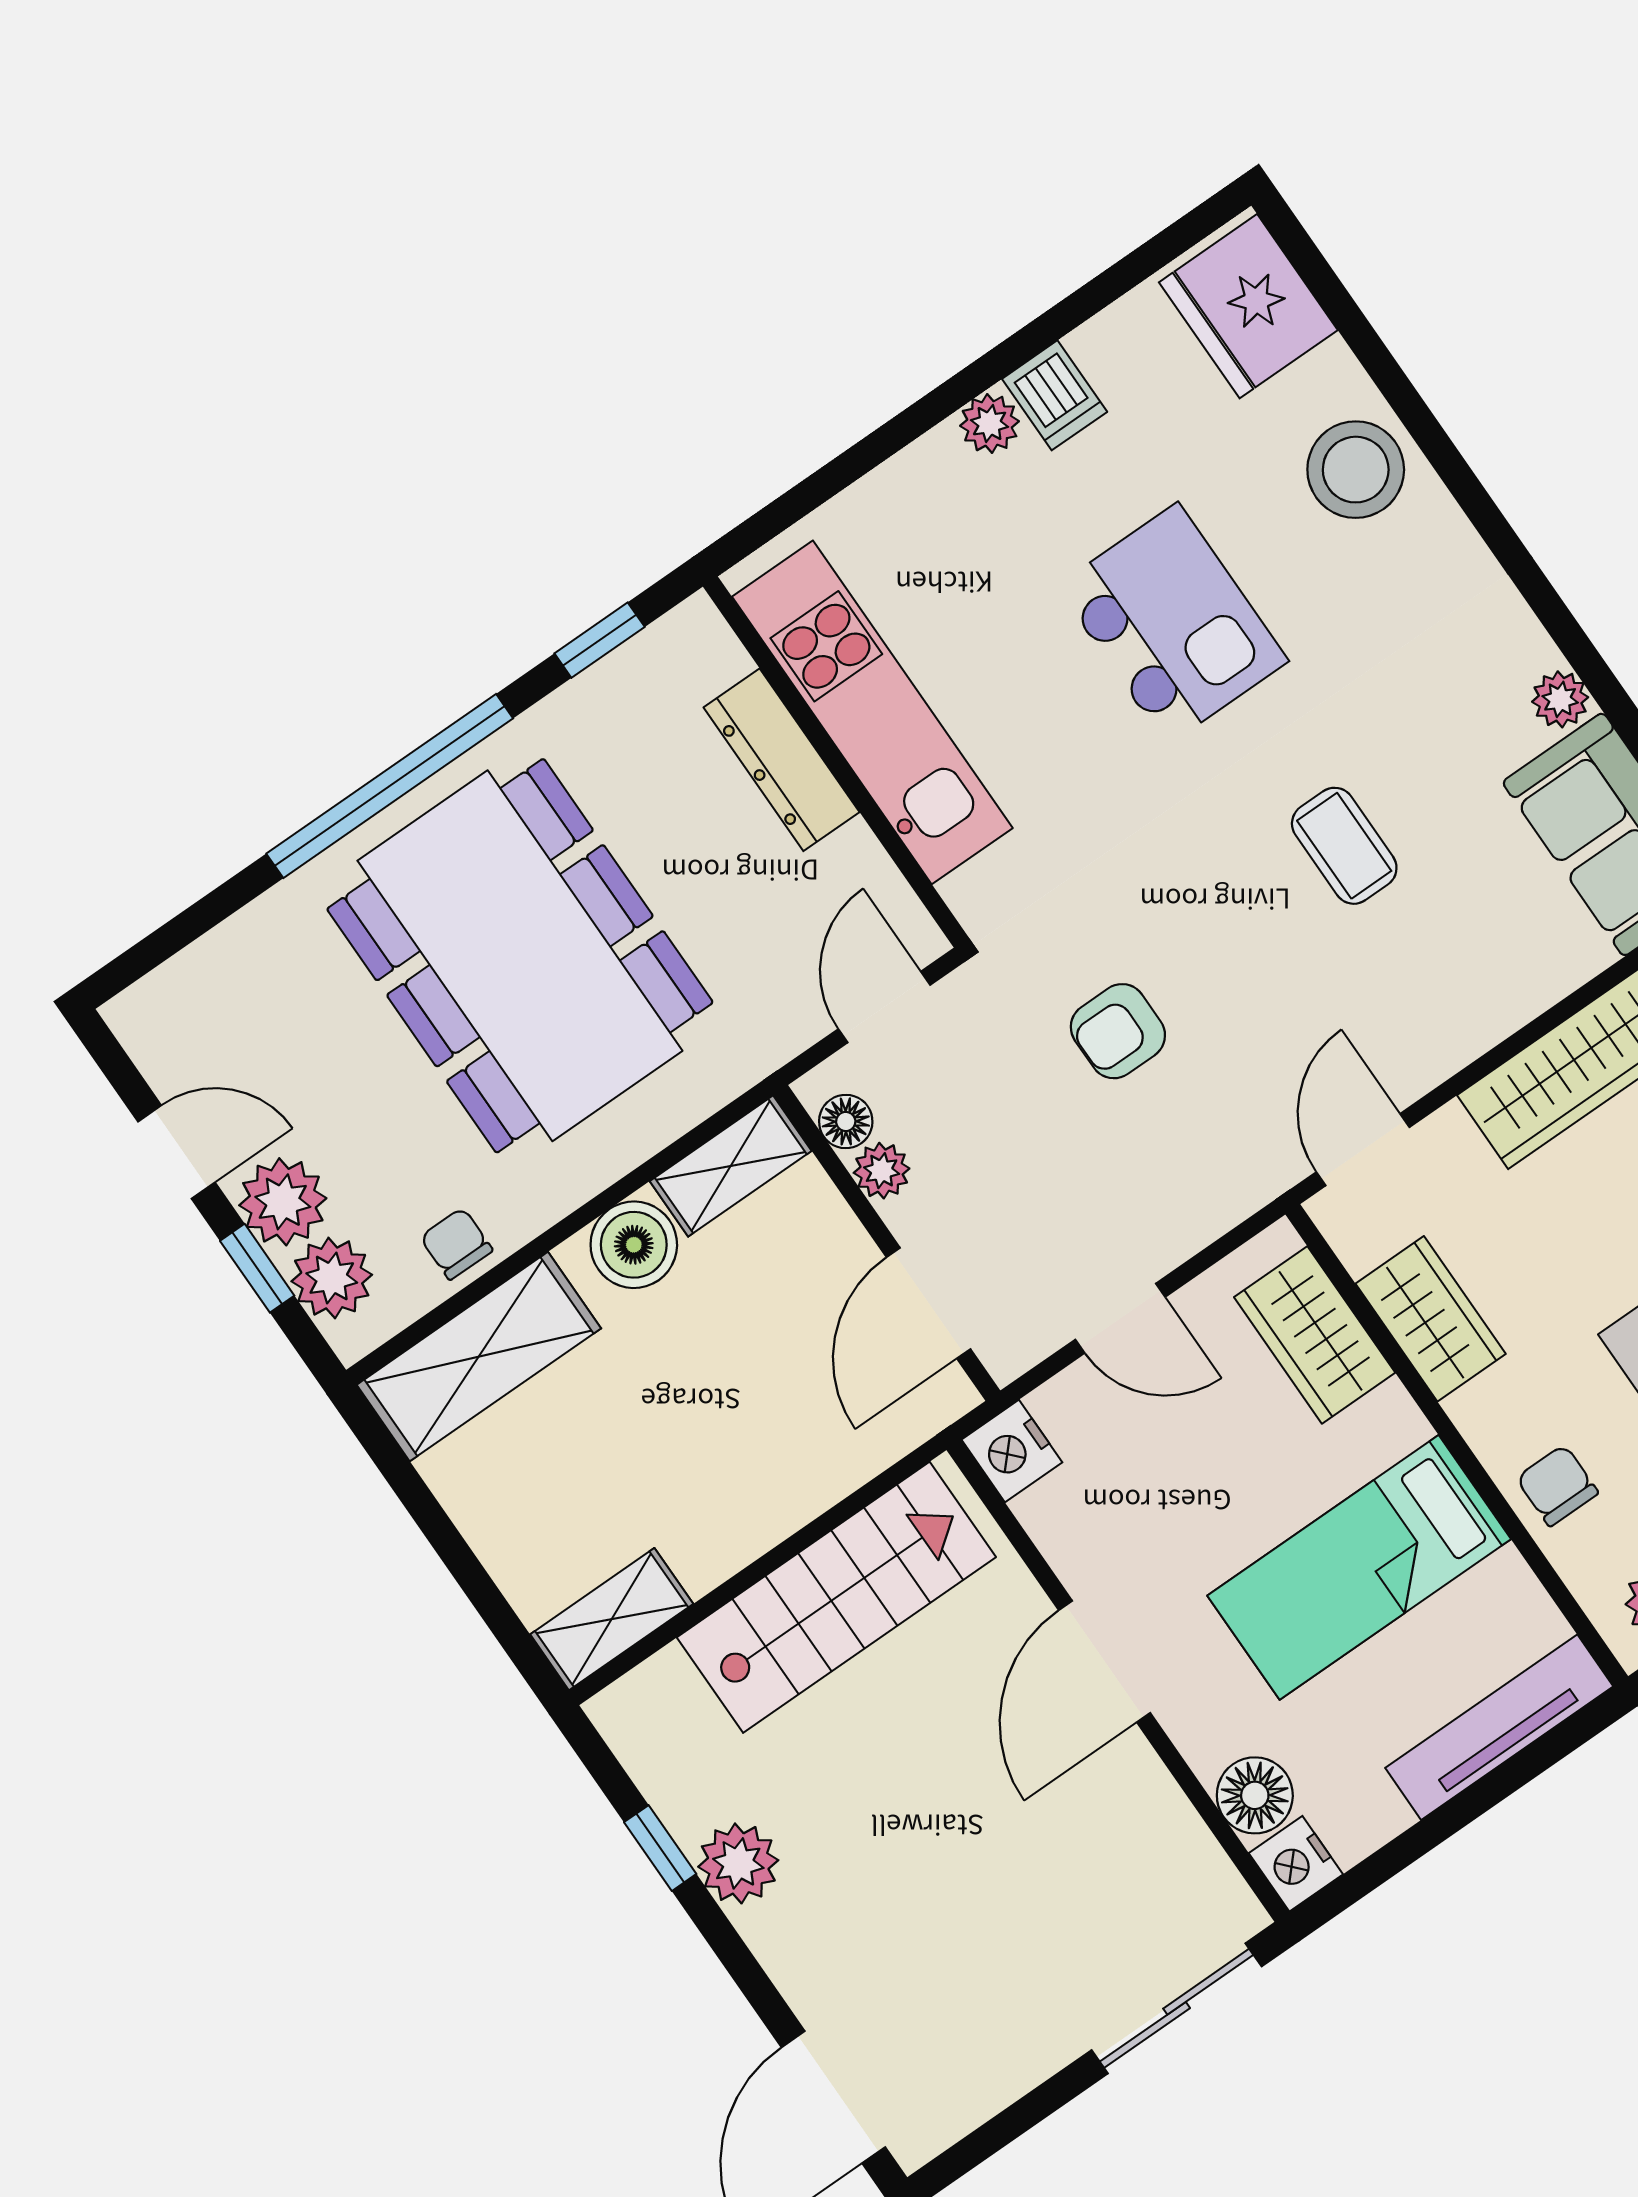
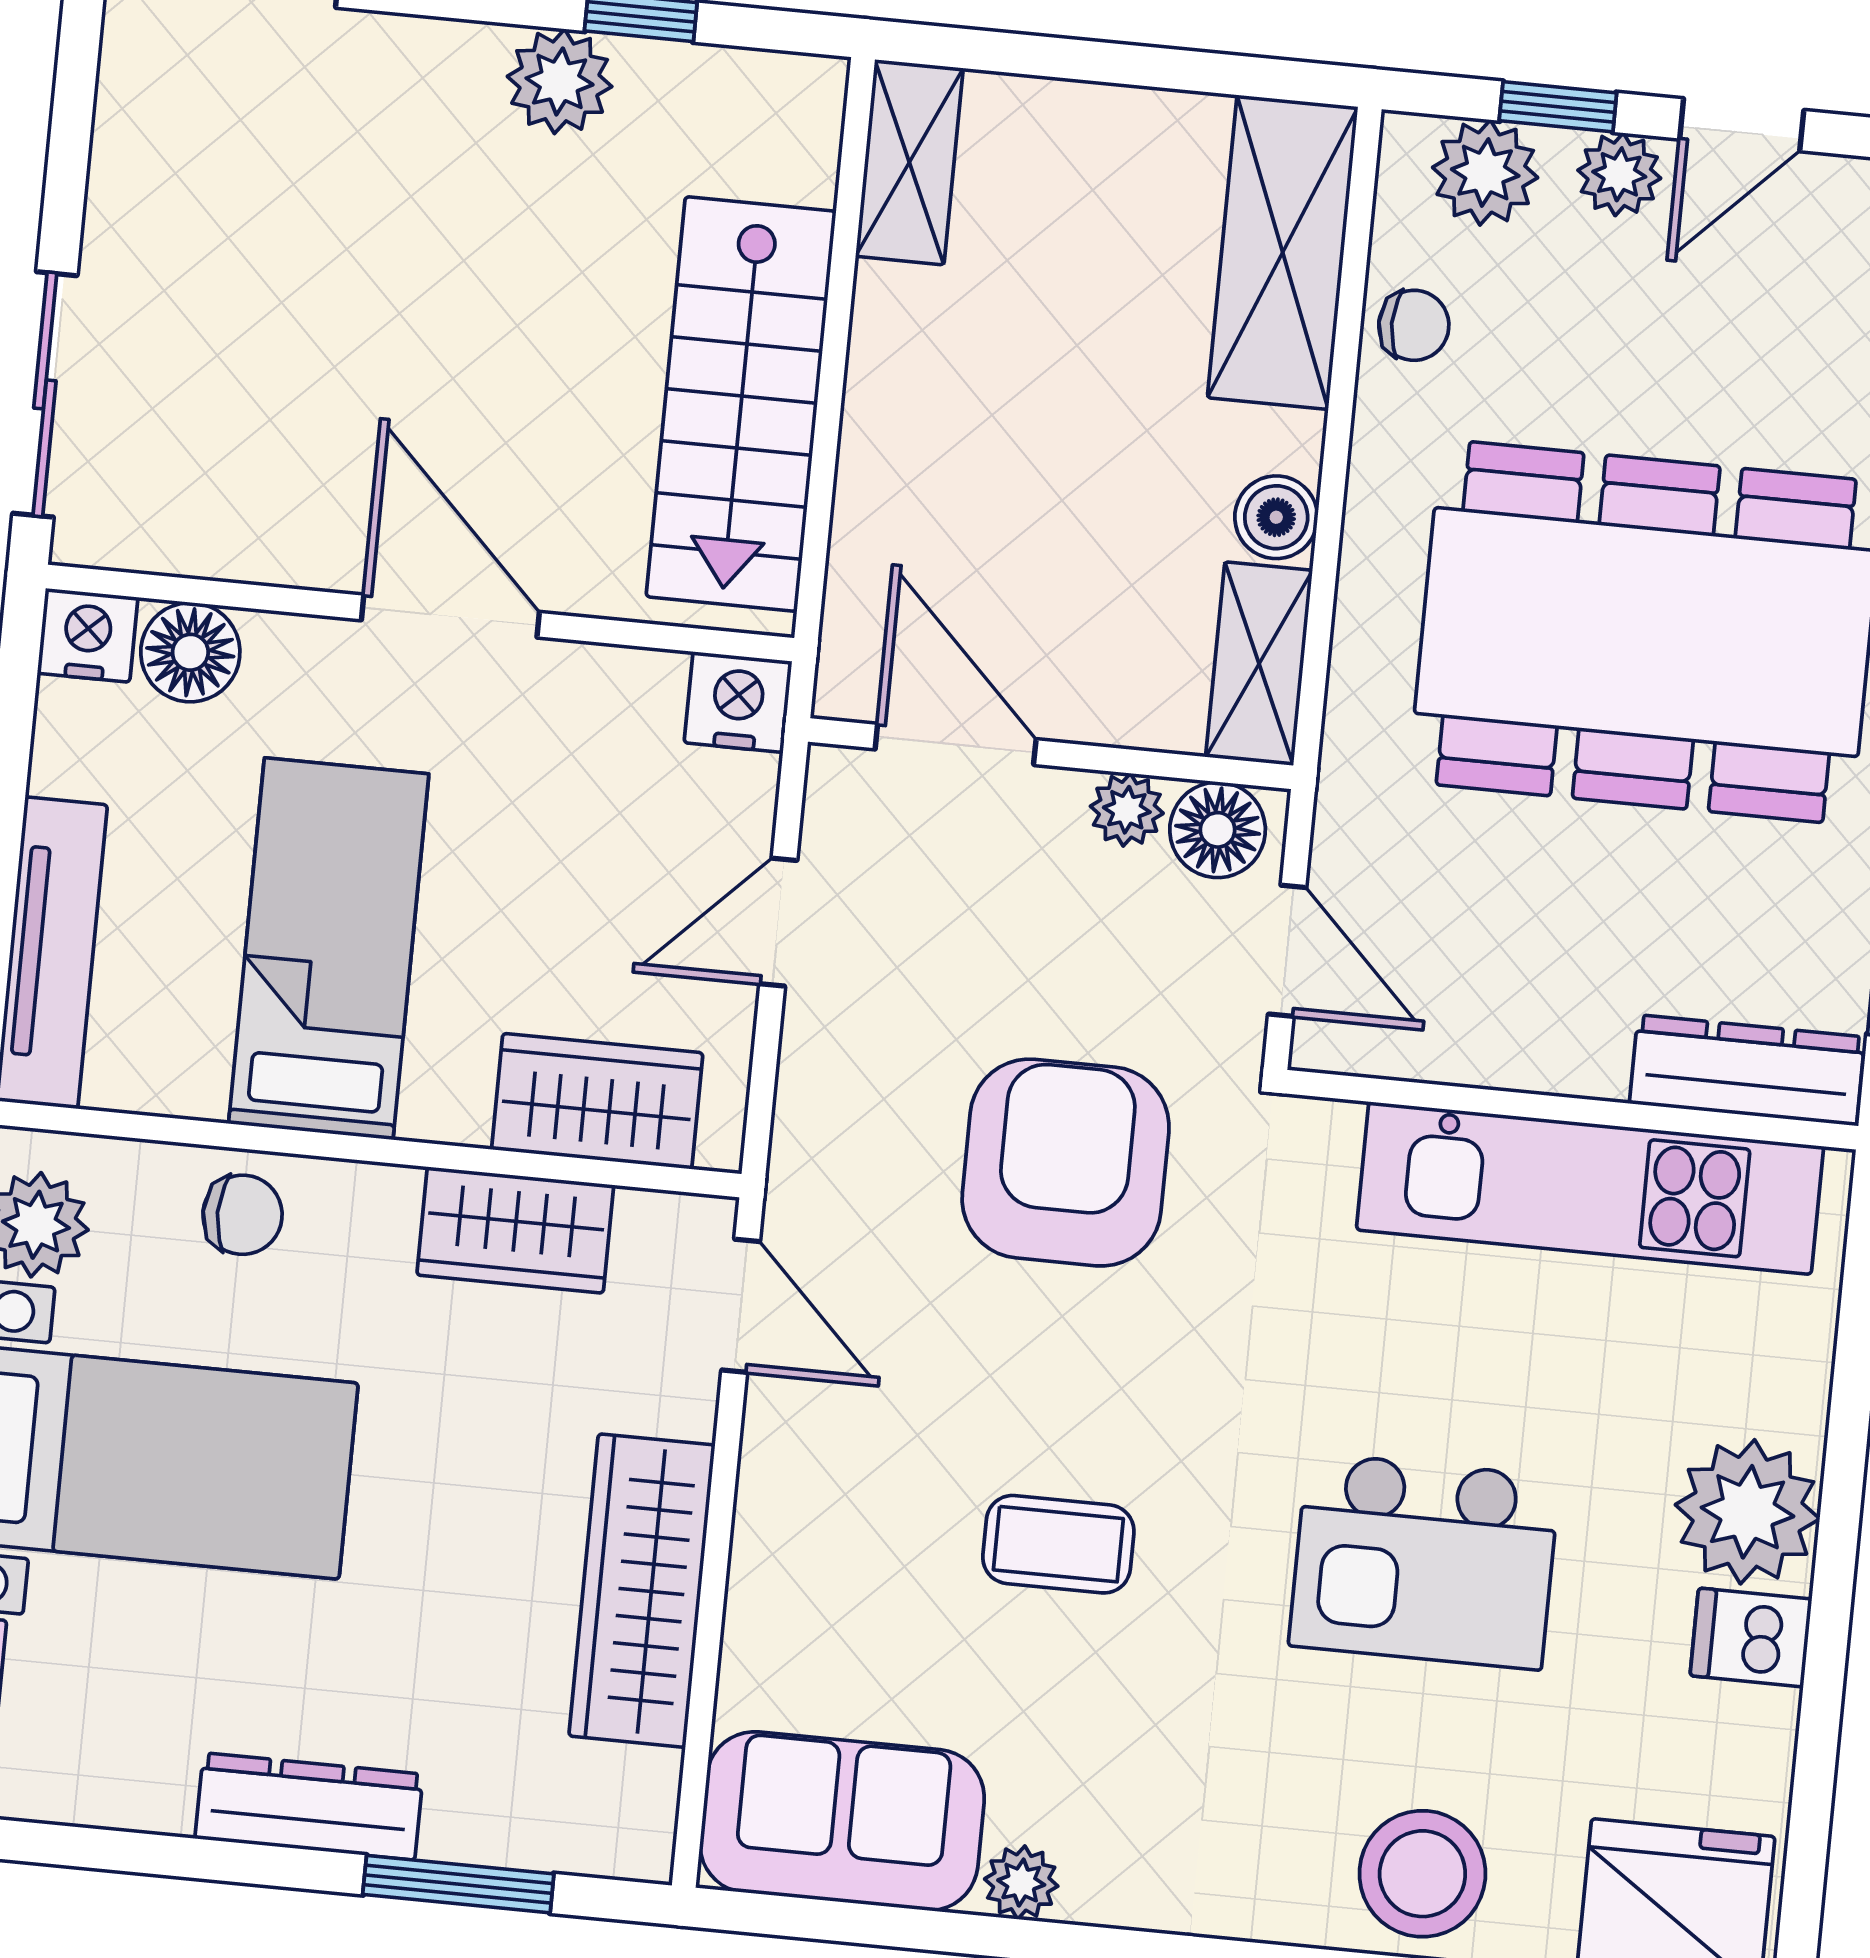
plant: (990, 424) -> (1748, 1512), width x1.87, depth x1.87
dresser: (781, 760) -> (1747, 1070), moved
armchair: (1118, 1031) -> (1066, 1163), width x1.88, depth x1.88
floor lamp: (846, 1121) -> (1218, 830), width x1.37, depth x1.37
plant: (283, 1202) -> (1619, 174), width x0.73, depth x0.73
boiler: (634, 1245) -> (1276, 517), width x0.73, depth x0.73

